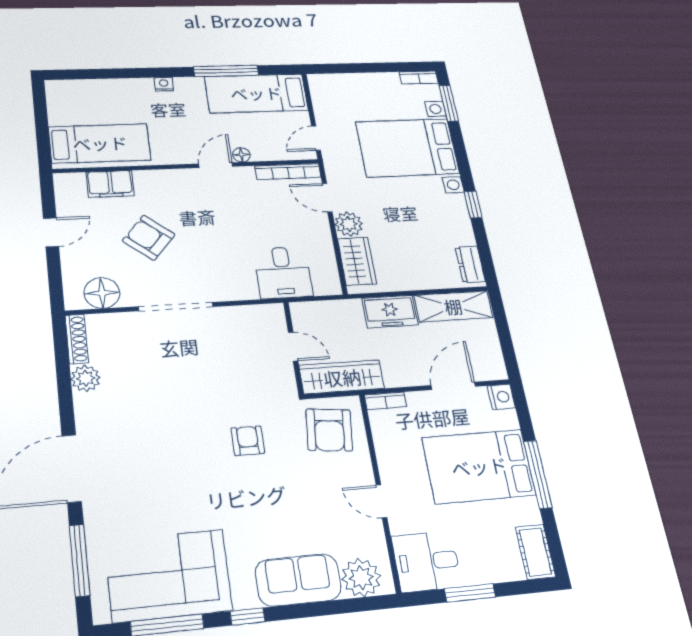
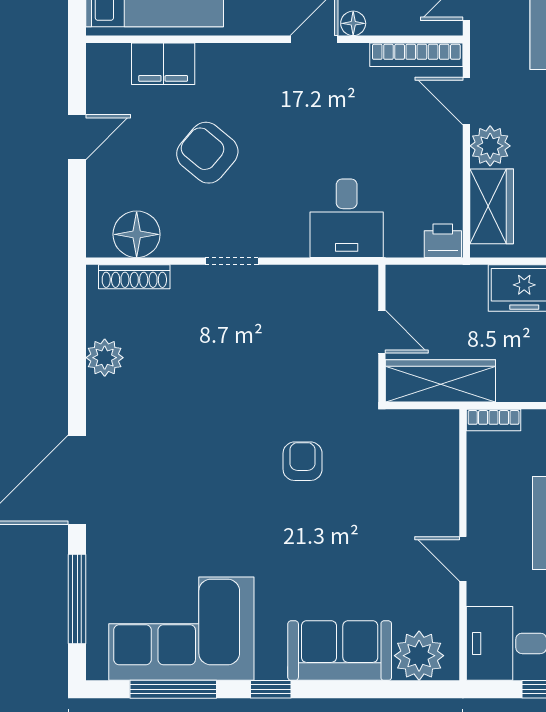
desk: (283, 273) -> (347, 218), moved
printer: (327, 285) -> (443, 241), added
doorway: (176, 307) -> (232, 261), width x0.53
shoe rack: (77, 339) -> (134, 277), moved, turned 90
armchair: (329, 430) -> (411, 455), removed

